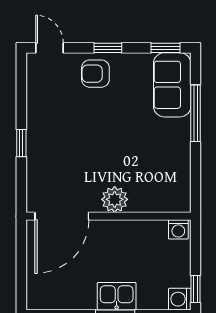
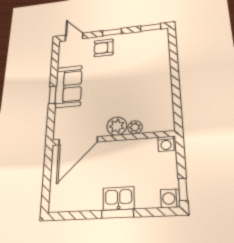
sofa: (172, 85) -> (69, 86), moved, turned 180
window: (195, 113) -> (174, 64), removed
plant: (139, 203) -> (135, 127), added

